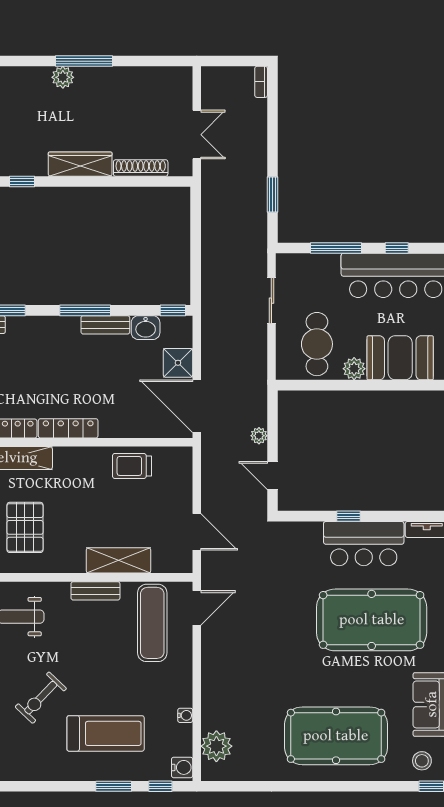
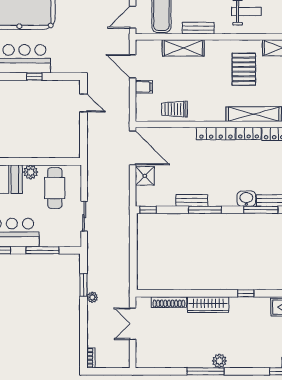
washbasin: (146, 328) -> (246, 199), moved
plant: (259, 436) -> (92, 297), moved
trolley: (132, 466) -> (175, 109), turned 180
filing cabinet: (179, 500) -> (144, 87), added

